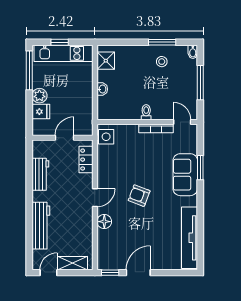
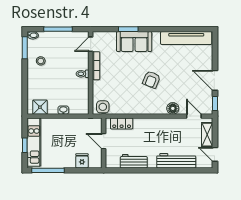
window: (162, 42) -> (25, 48), moved
plant: (39, 96) -> (69, 162), removed
door: (95, 198) -> (194, 116), moved

